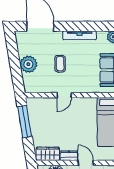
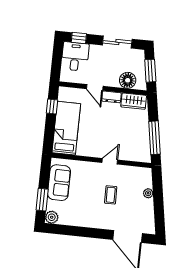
tv unit: (80, 35) -> (87, 223), removed
plant: (28, 64) -> (148, 193), width x0.53, depth x0.53

